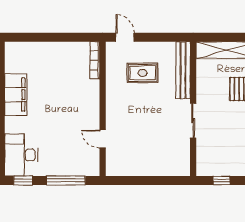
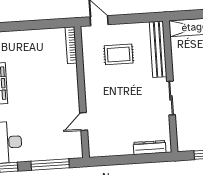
door: (103, 139) -> (84, 122), hinge flipped
dresser: (168, 170) -> (150, 148), added

